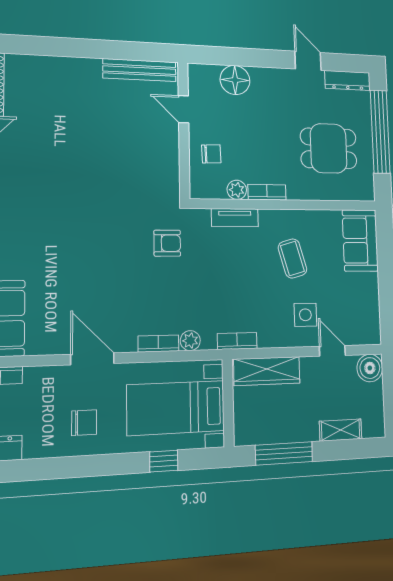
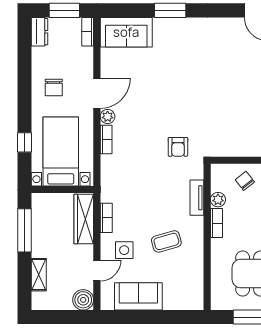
chair: (211, 154) -> (245, 181), turned 144
sofa: (360, 240) -> (138, 296), moved
plant: (190, 341) -> (108, 117), moved
bookcase: (237, 341) -> (106, 218), moved

